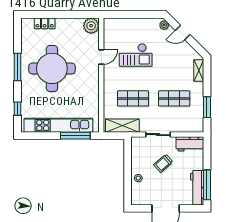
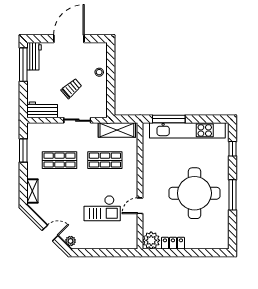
locker: (45, 23) -> (173, 243), moved
checkout: (136, 55) -> (102, 208), turned 180
workbench: (197, 188) -> (34, 56), width x0.73

